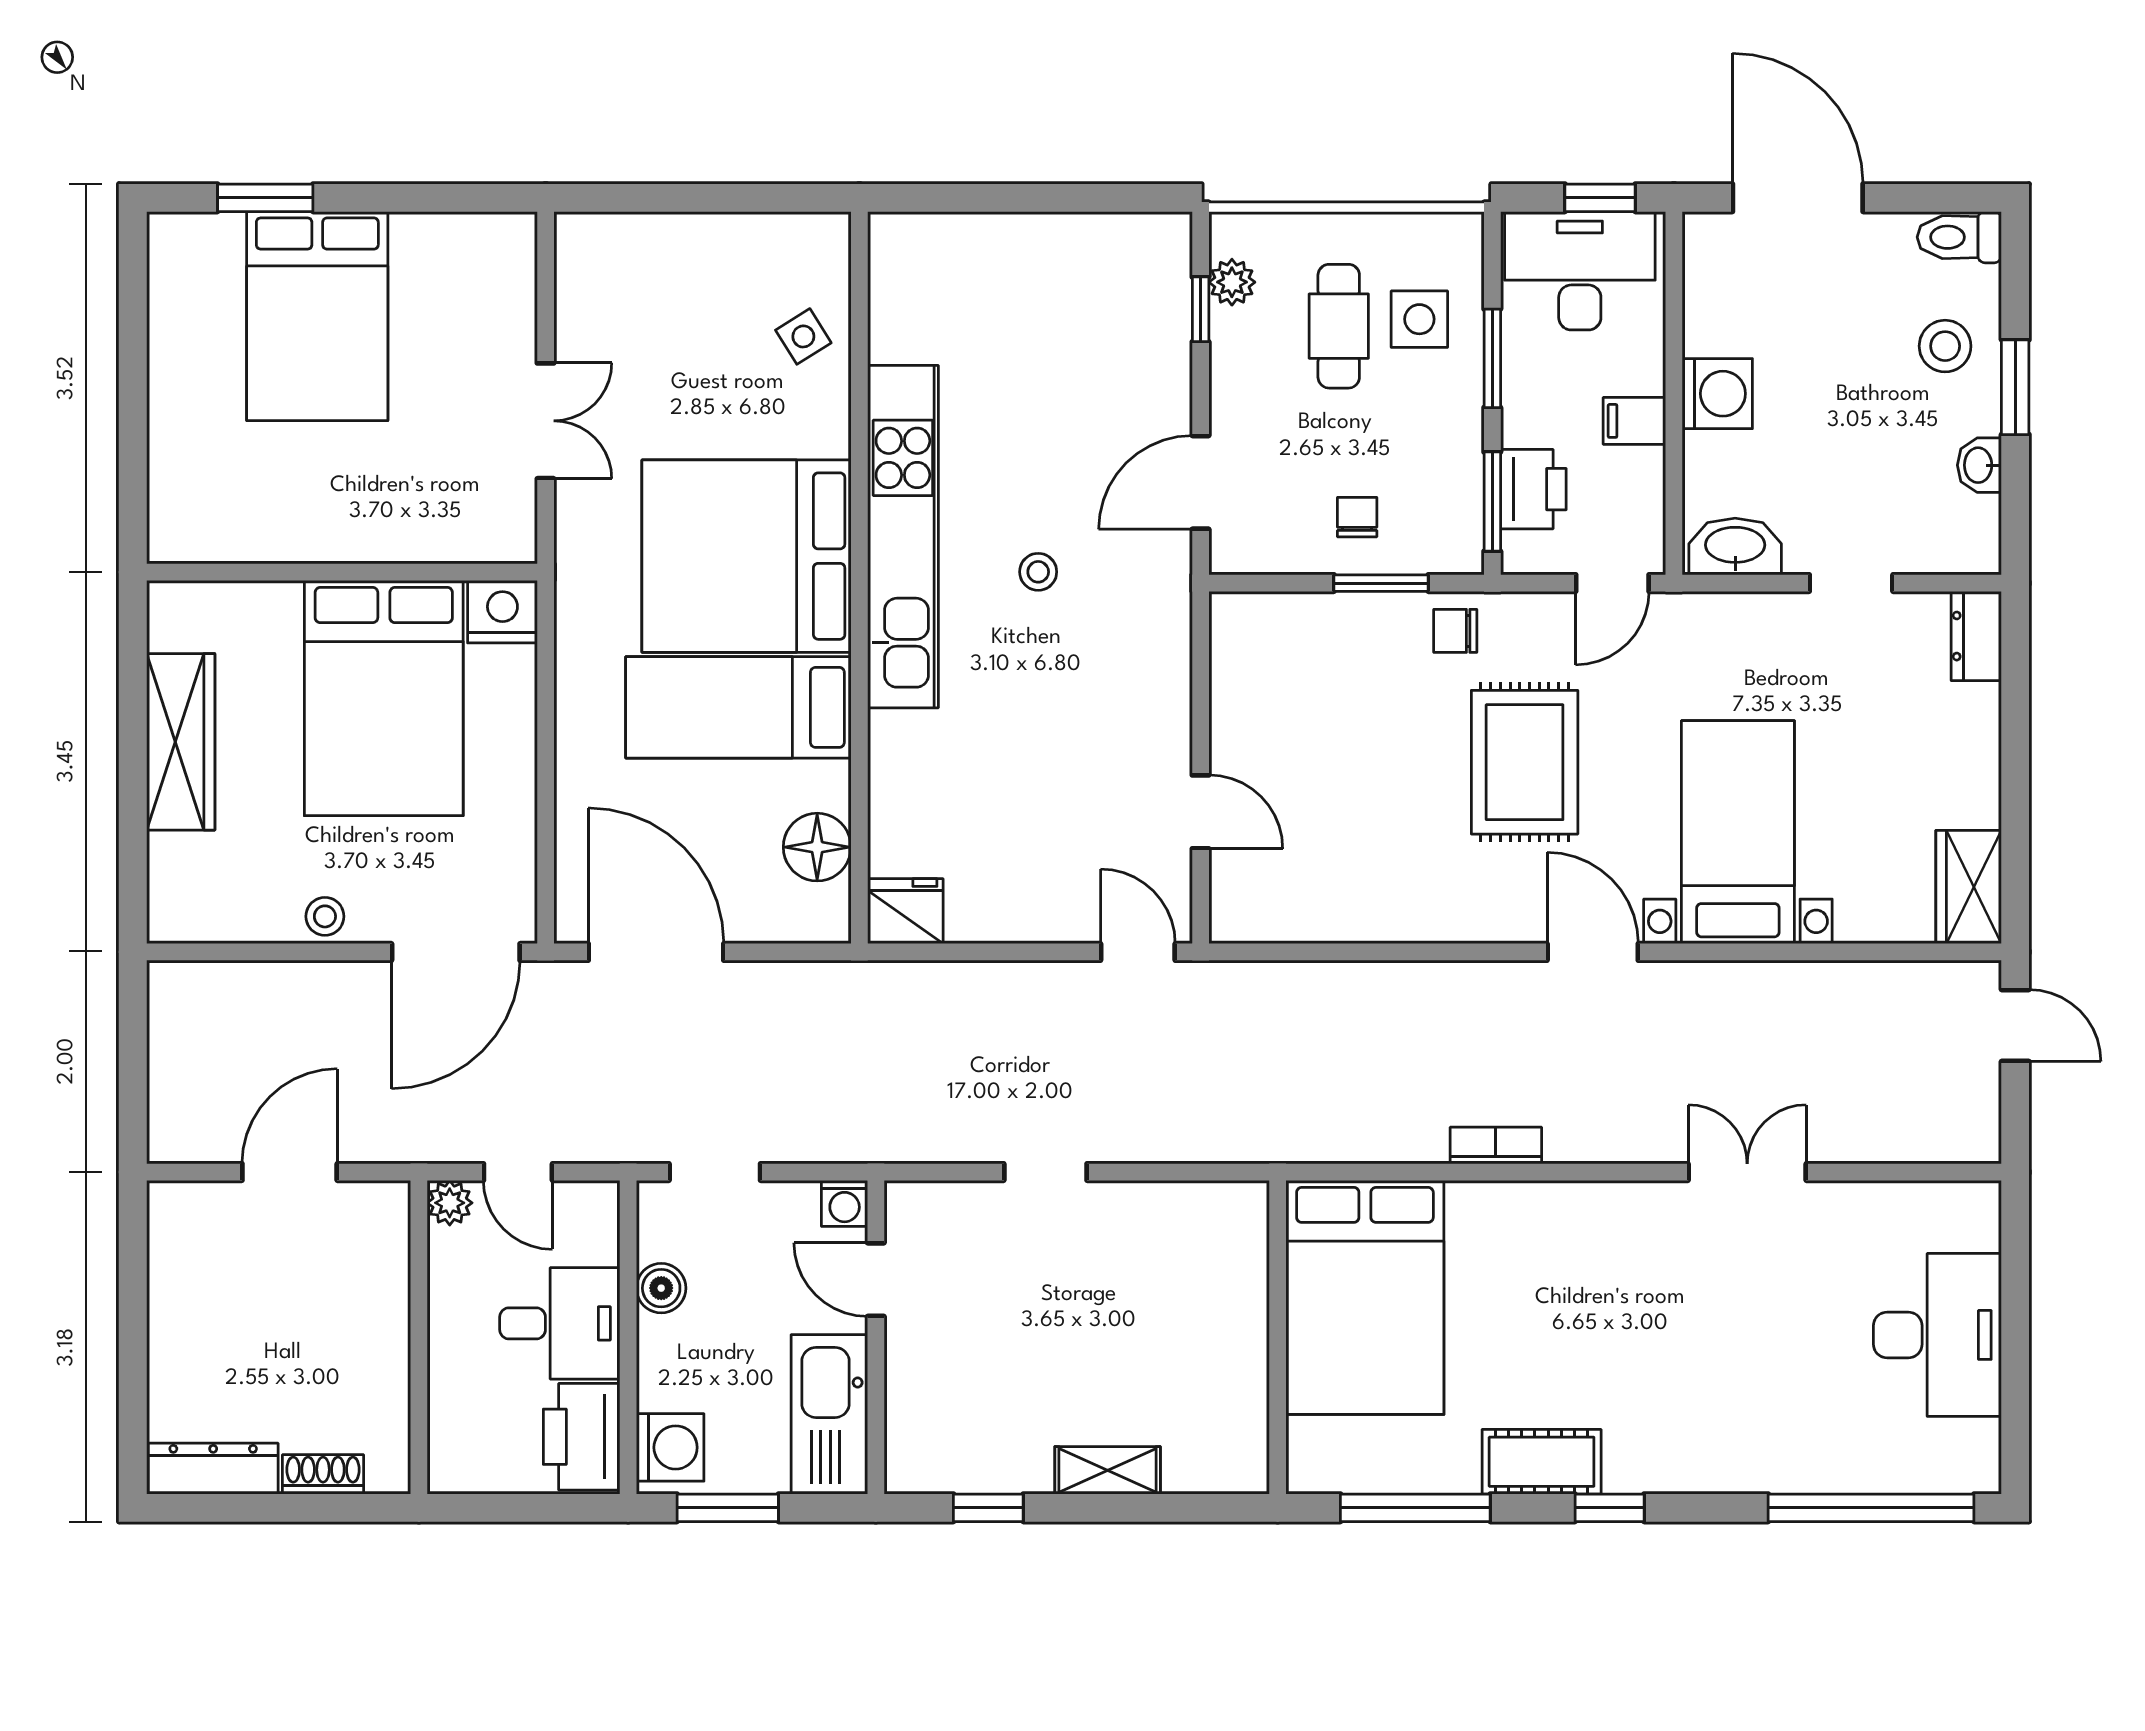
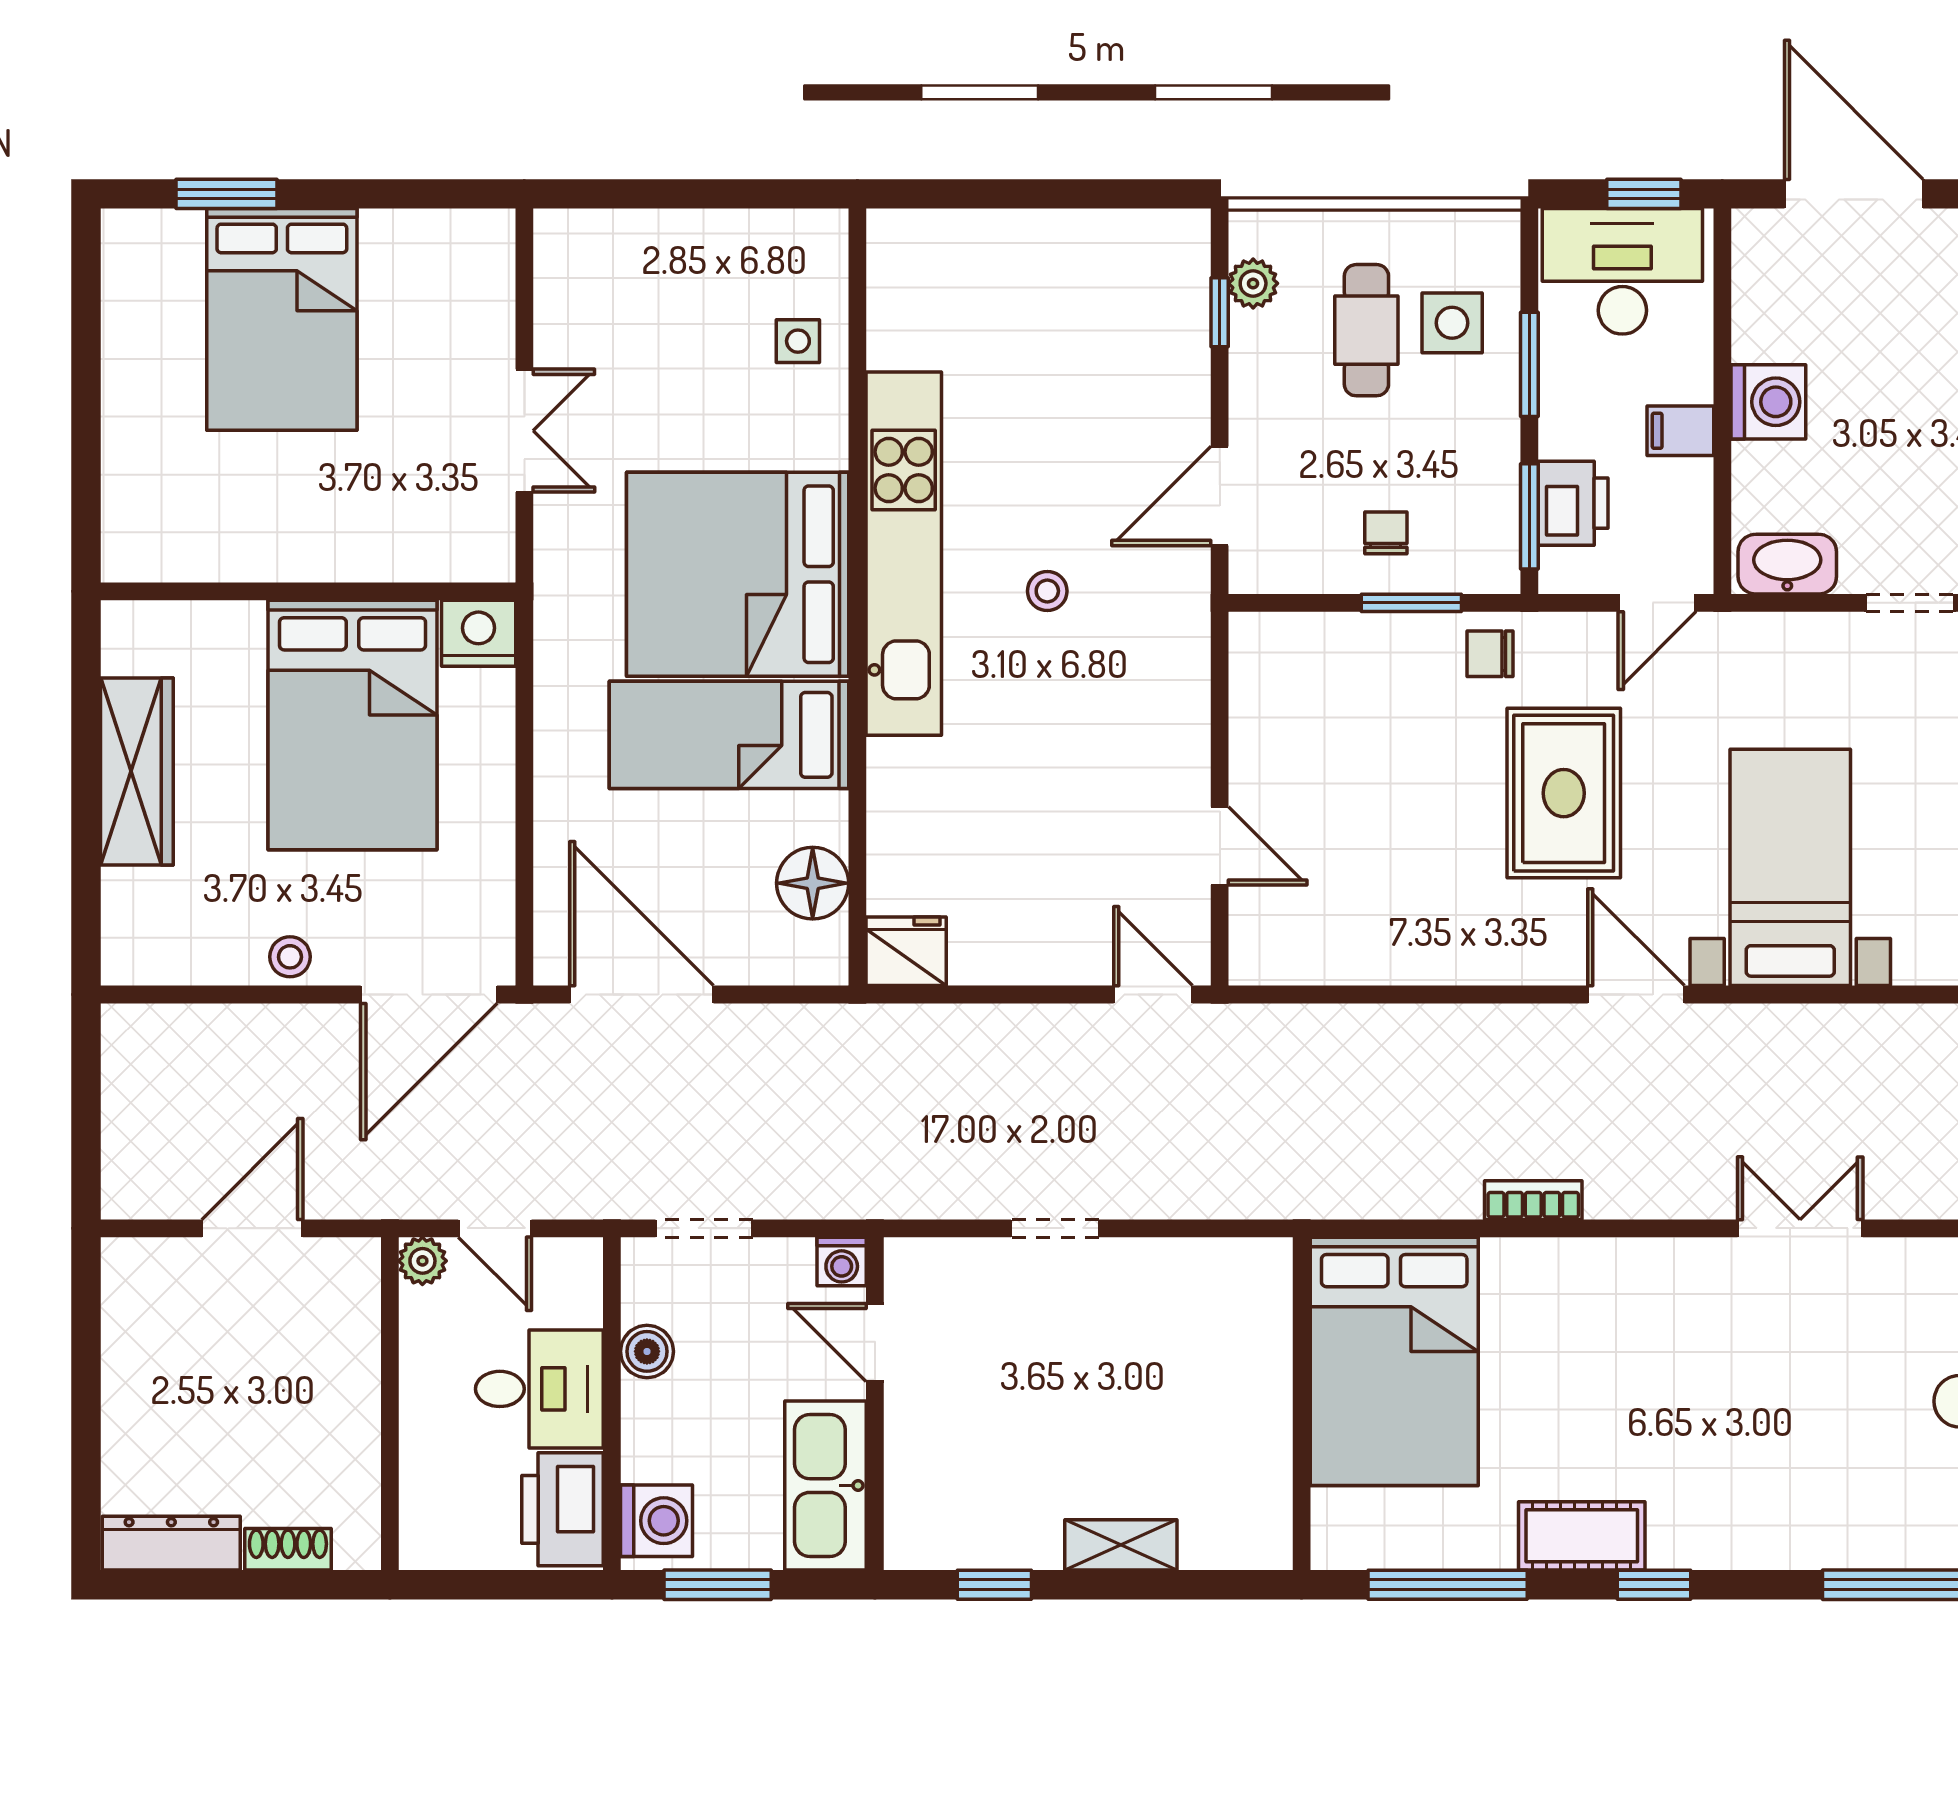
side table: (803, 336) -> (798, 341), turned 32

